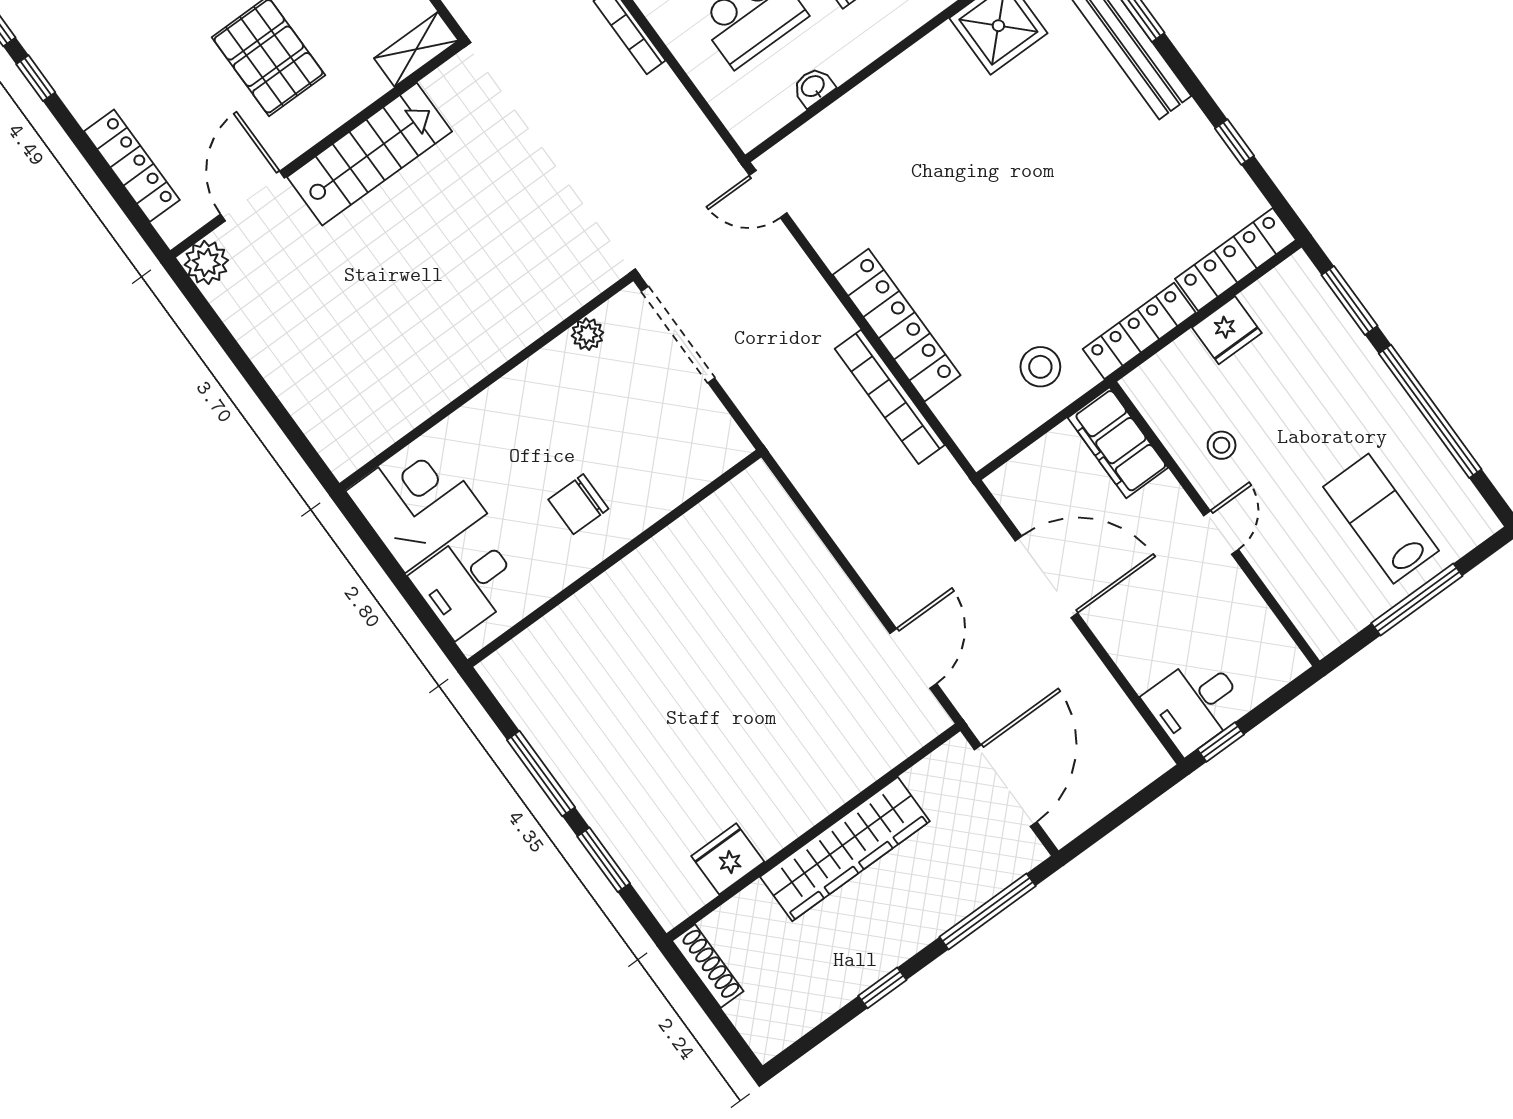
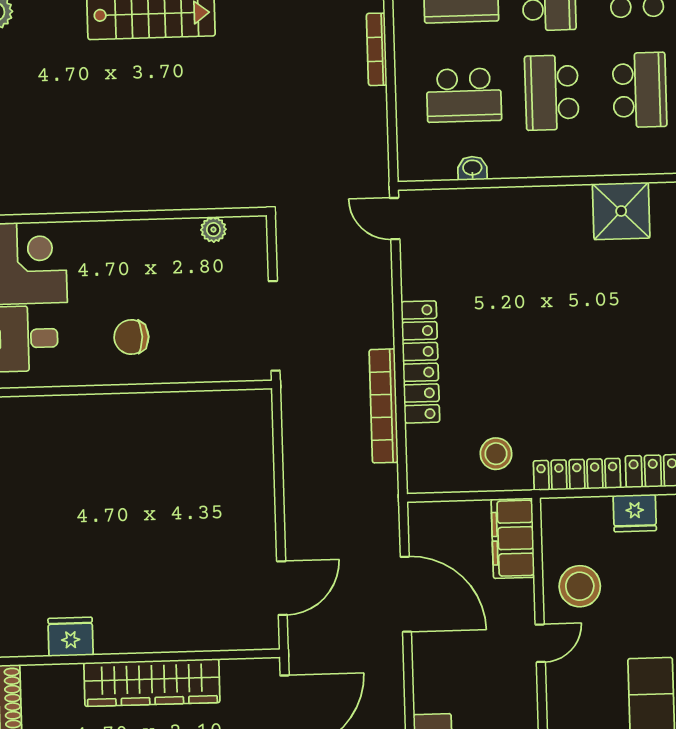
doorway: (678, 335) -> (274, 326), moved
stool: (1222, 445) -> (580, 586), width x1.89, depth x1.89

